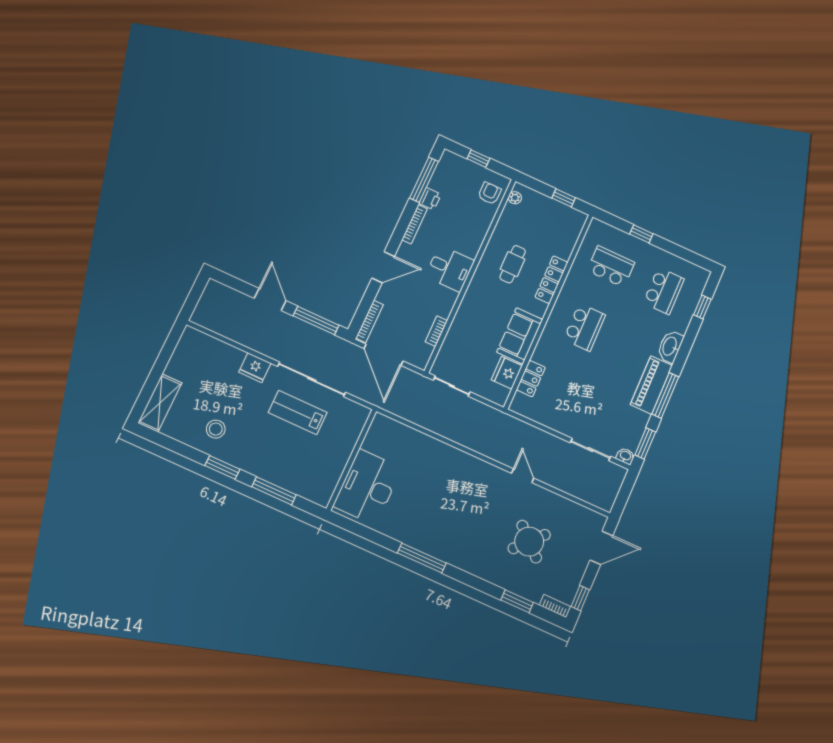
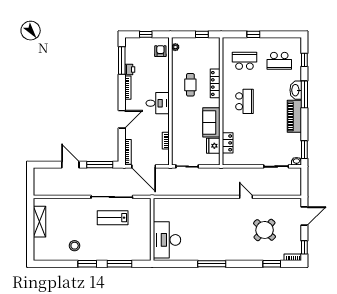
school desk: (664, 291) -> (279, 61), turned 90
fridge: (255, 368) -> (79, 204), removed
window: (665, 395) -> (304, 94), moved
shelving: (160, 403) -> (40, 222), moved

